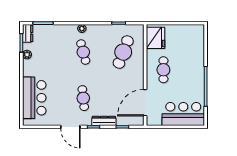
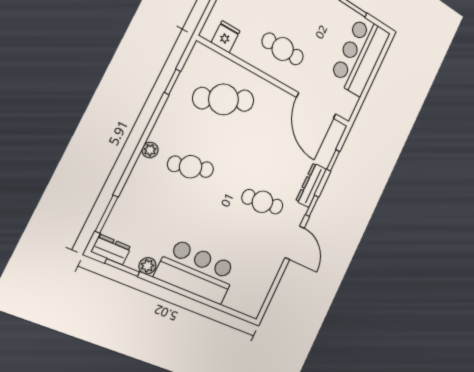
fridge: (156, 38) -> (226, 37), width x0.53, depth x0.75
cafe table: (123, 52) -> (224, 99), turned -45
bar counter: (34, 98) -> (197, 272), moved
door: (70, 127) -> (295, 243), hinge flipped

